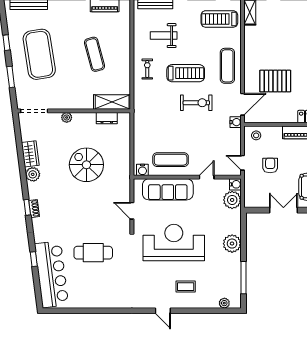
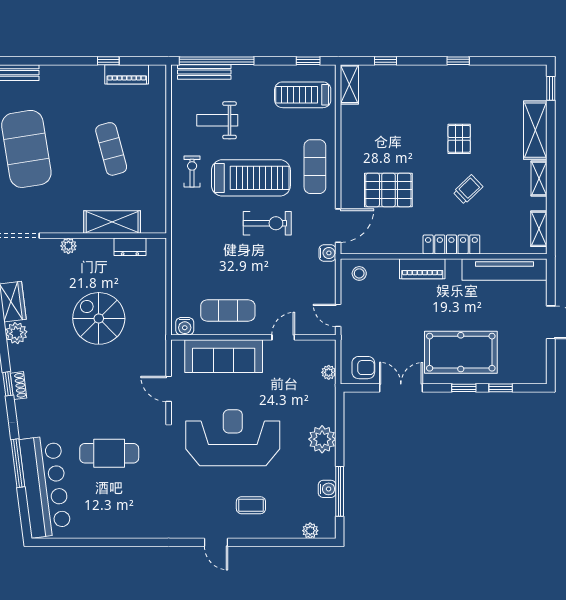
treadmill: (186, 73) -> (251, 178), width x1.37, depth x1.38
shelving: (112, 102) -> (112, 222), moved
armchair: (270, 165) -> (363, 368), moved, turned 90
water cooler: (235, 184) -> (327, 489), moved
plant: (232, 200) -> (329, 372), width x0.53, depth x0.53
window: (34, 259) -> (18, 463), width x2.17

